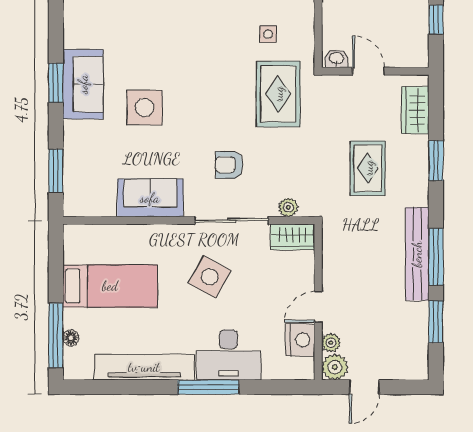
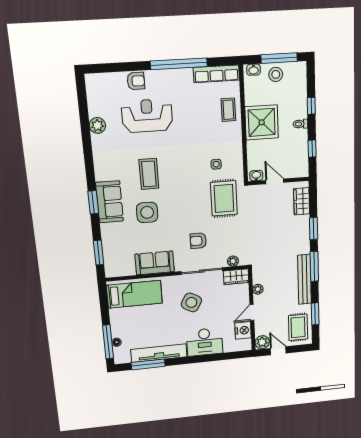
coffee table: (153, 42) -> (149, 174), added
rug: (368, 168) -> (298, 327), moved
window: (436, 257) -> (314, 266), moved
bed: (110, 286) -> (134, 294), moved
plant: (331, 343) -> (258, 289), moved
window: (208, 387) -> (148, 364), moved
door: (364, 387) -> (278, 351), swing flipped

